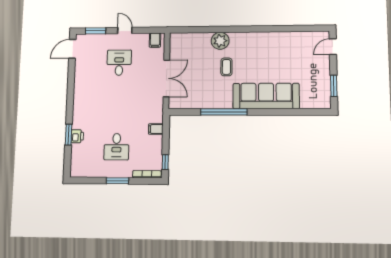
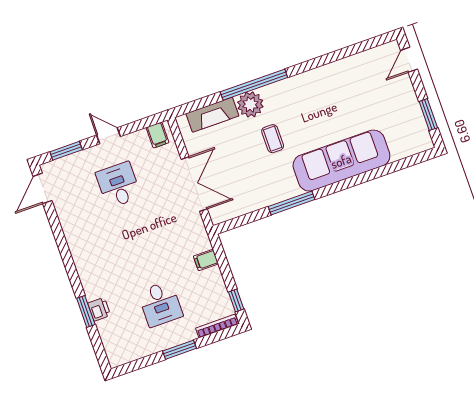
window: (227, 29) -> (254, 85), added
fireplace: (194, 39) -> (212, 115), added
window: (224, 112) -> (291, 203), width x0.68

